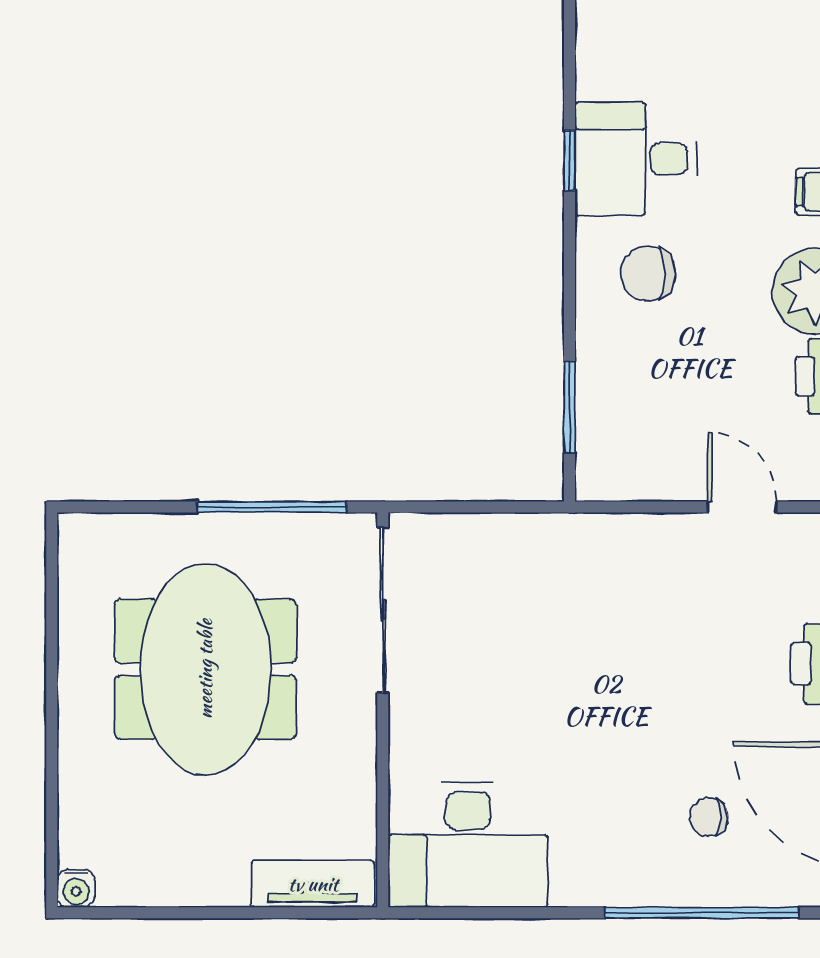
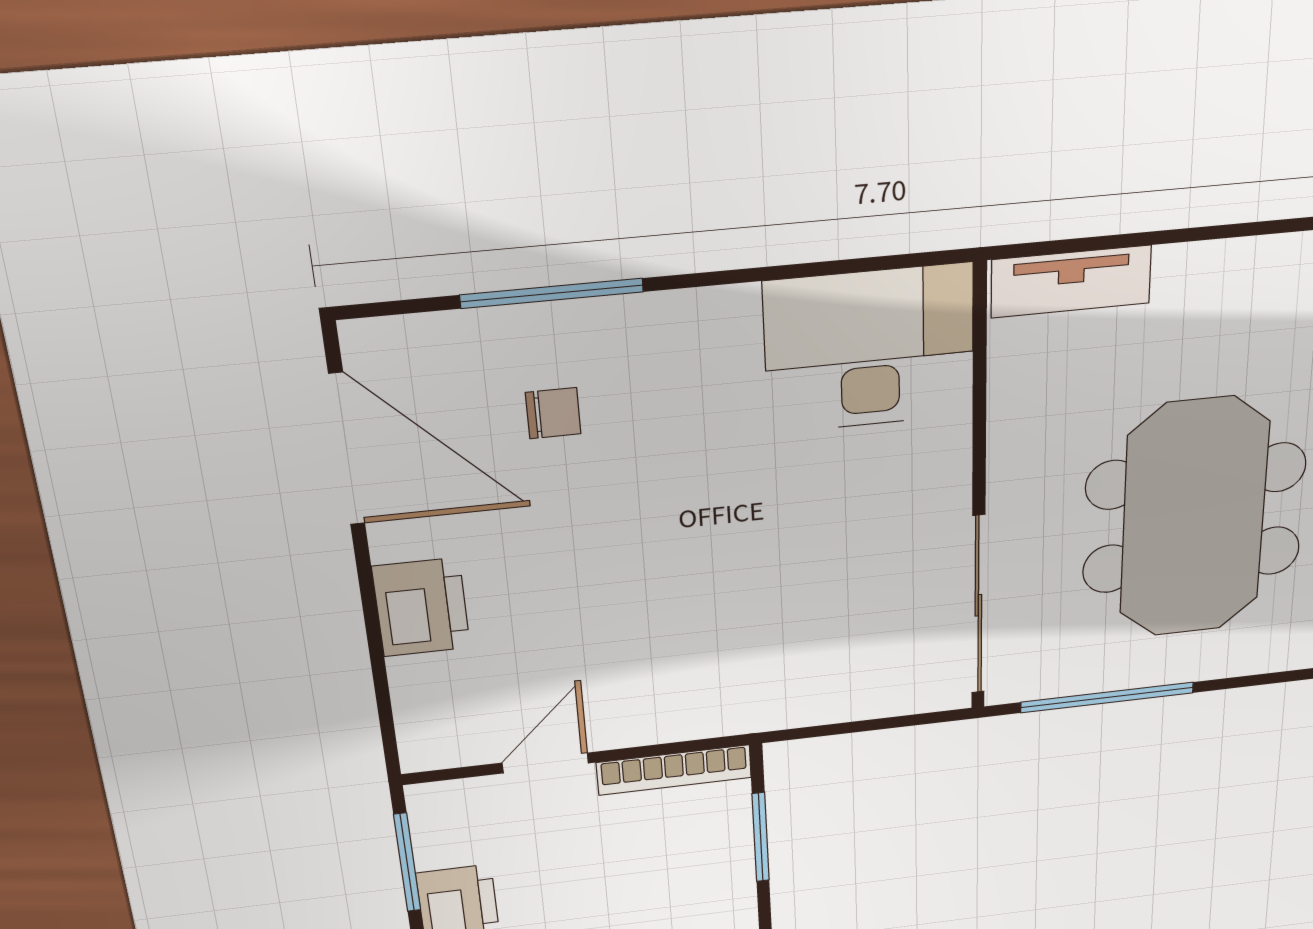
bookcase: (638, 485) -> (674, 770), added
door: (742, 507) -> (545, 763), swing flipped
window: (702, 913) -> (552, 293), width x0.68

